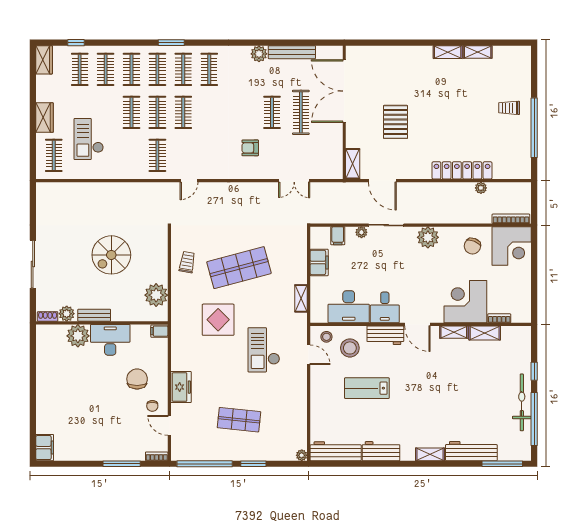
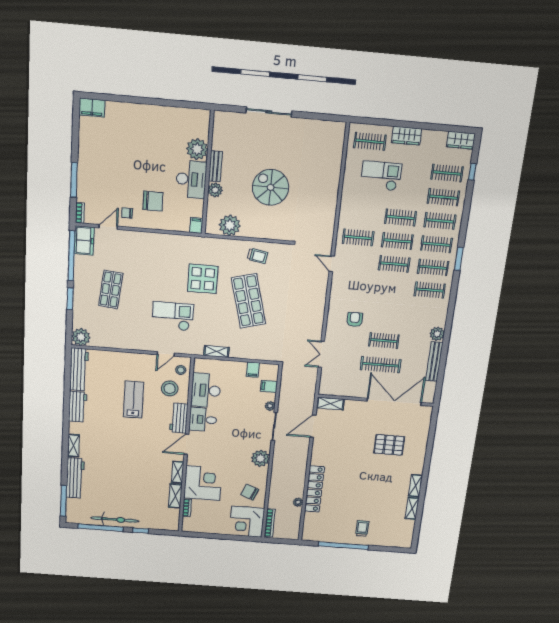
pallet: (396, 122) -> (389, 445), moved
filing cabinet: (319, 262) -> (253, 370), width x0.50
plant: (67, 314) -> (215, 190), moved
shoe rack: (48, 316) -> (218, 122), removed
freezer: (181, 387) -> (84, 240), moved, turned -90
plant: (302, 455) -> (81, 337), width x1.88, depth x1.88

